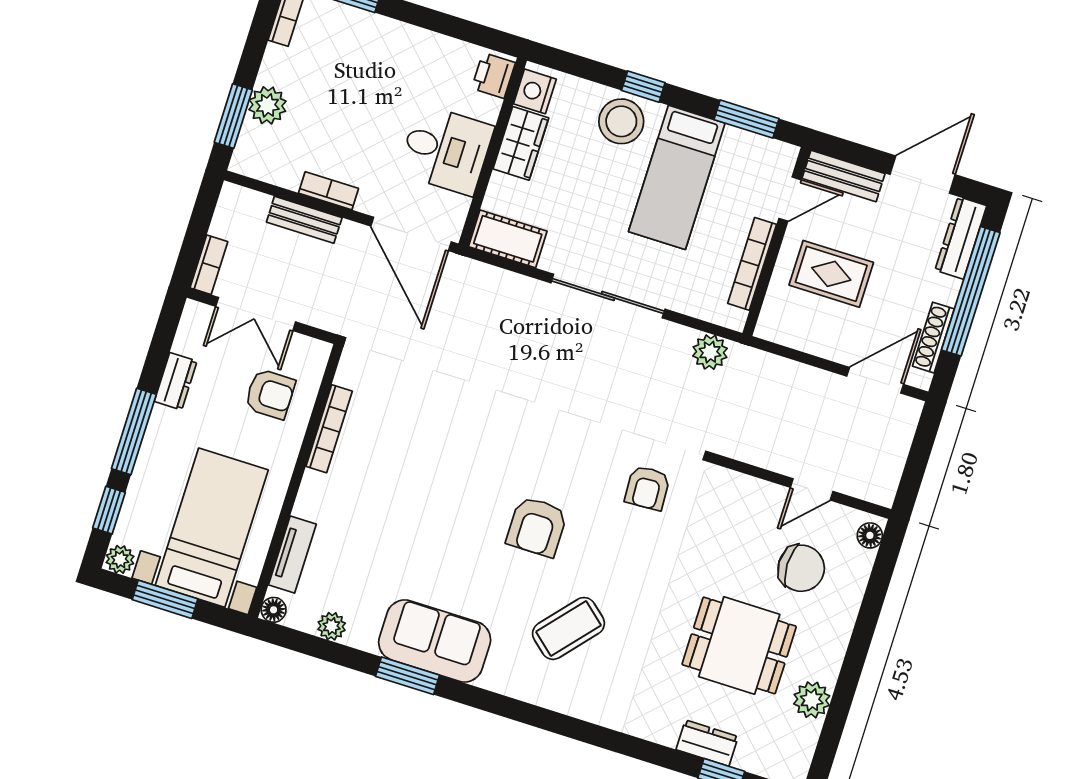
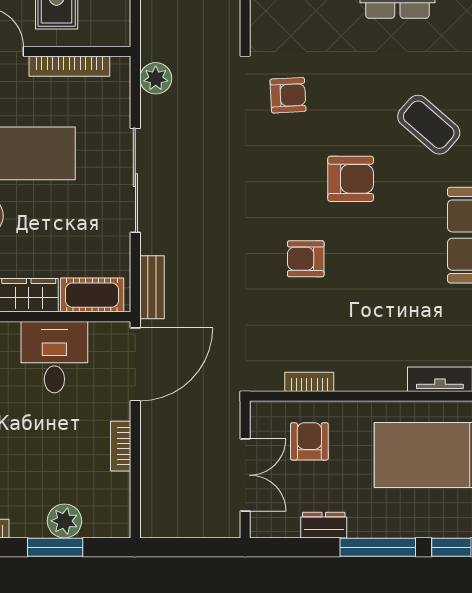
window: (233, 116) -> (55, 547), moved
bench: (304, 220) -> (152, 287), moved
cot: (508, 239) -> (92, 295), moved, turned 90
bookcase: (209, 265) -> (216, 528), removed
bookcase: (329, 429) -> (309, 382), width x0.64
armchair: (467, 452) -> (306, 259), added

